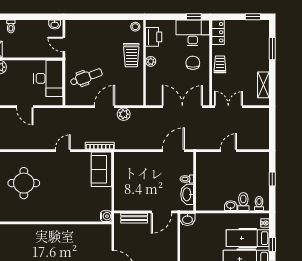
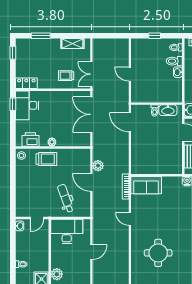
chair: (193, 63) -> (53, 105), removed
trolley: (220, 64) -> (66, 76), moved

